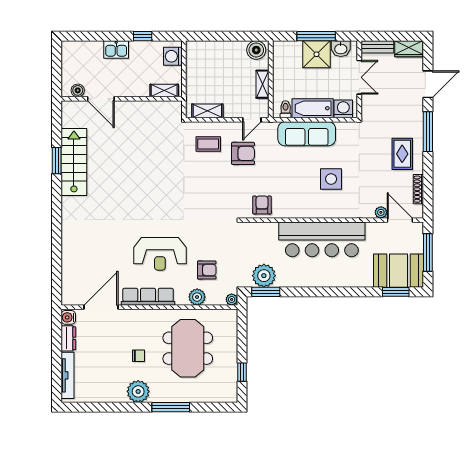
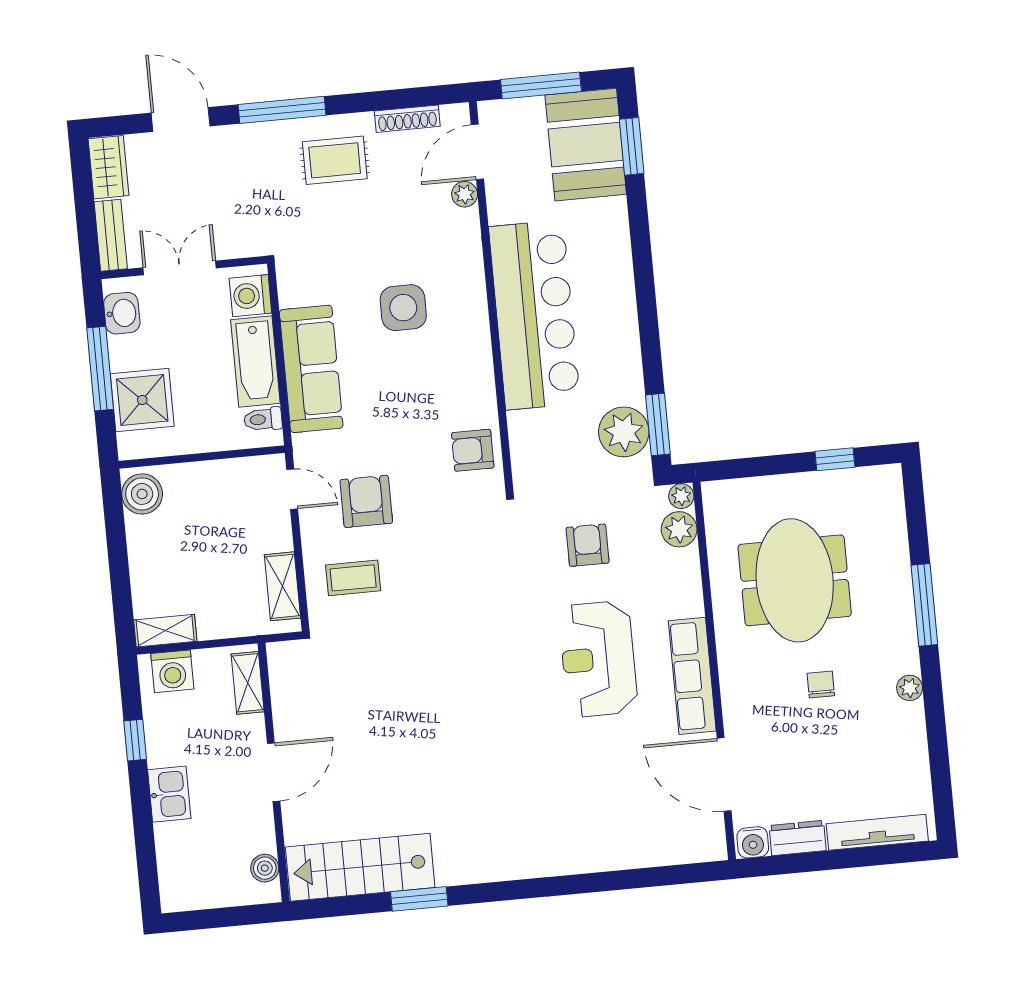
shower: (317, 54) -> (142, 400), moved
shelving: (263, 84) -> (165, 631), moved
door: (101, 99) -> (274, 772), moved
coffee table: (208, 144) -> (353, 578), turned 90
stairs: (74, 162) -> (360, 867), moved
reception desk: (160, 254) -> (598, 659), turned 180
armchair: (207, 270) -> (588, 545), moved
plant: (197, 297) -> (679, 529), moved
meeting table: (188, 348) -> (795, 580), turned 90
plant: (138, 391) -> (910, 688), width x0.53, depth x0.53

